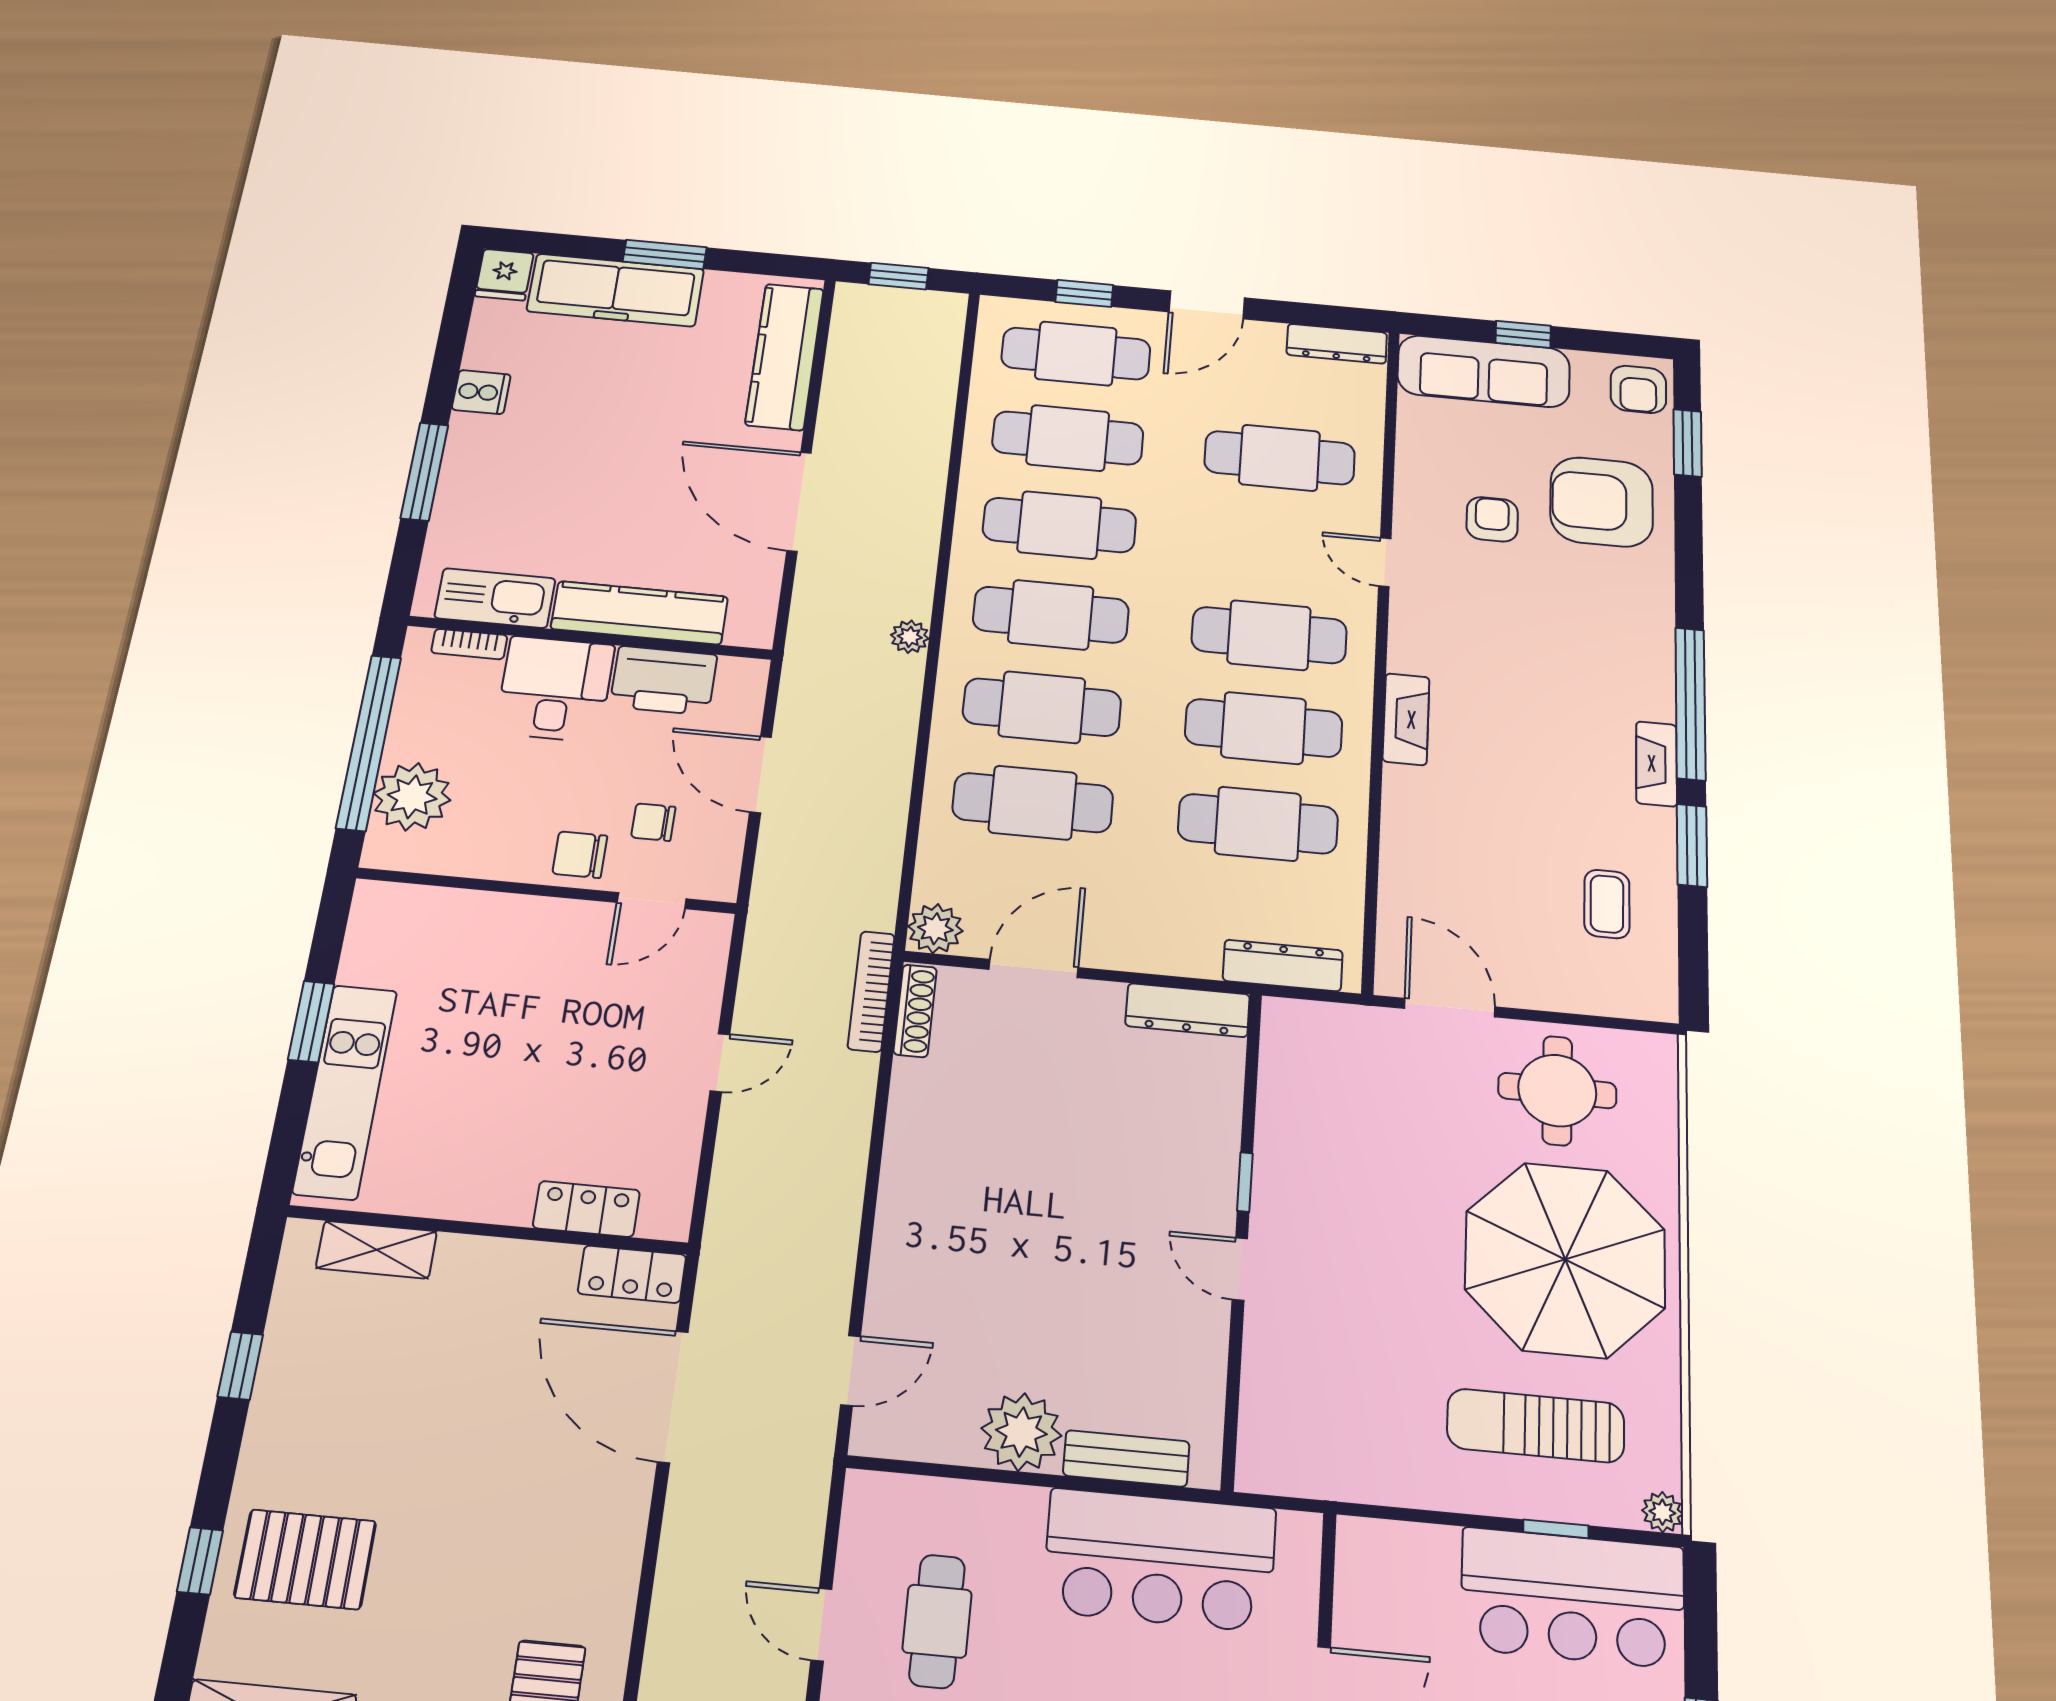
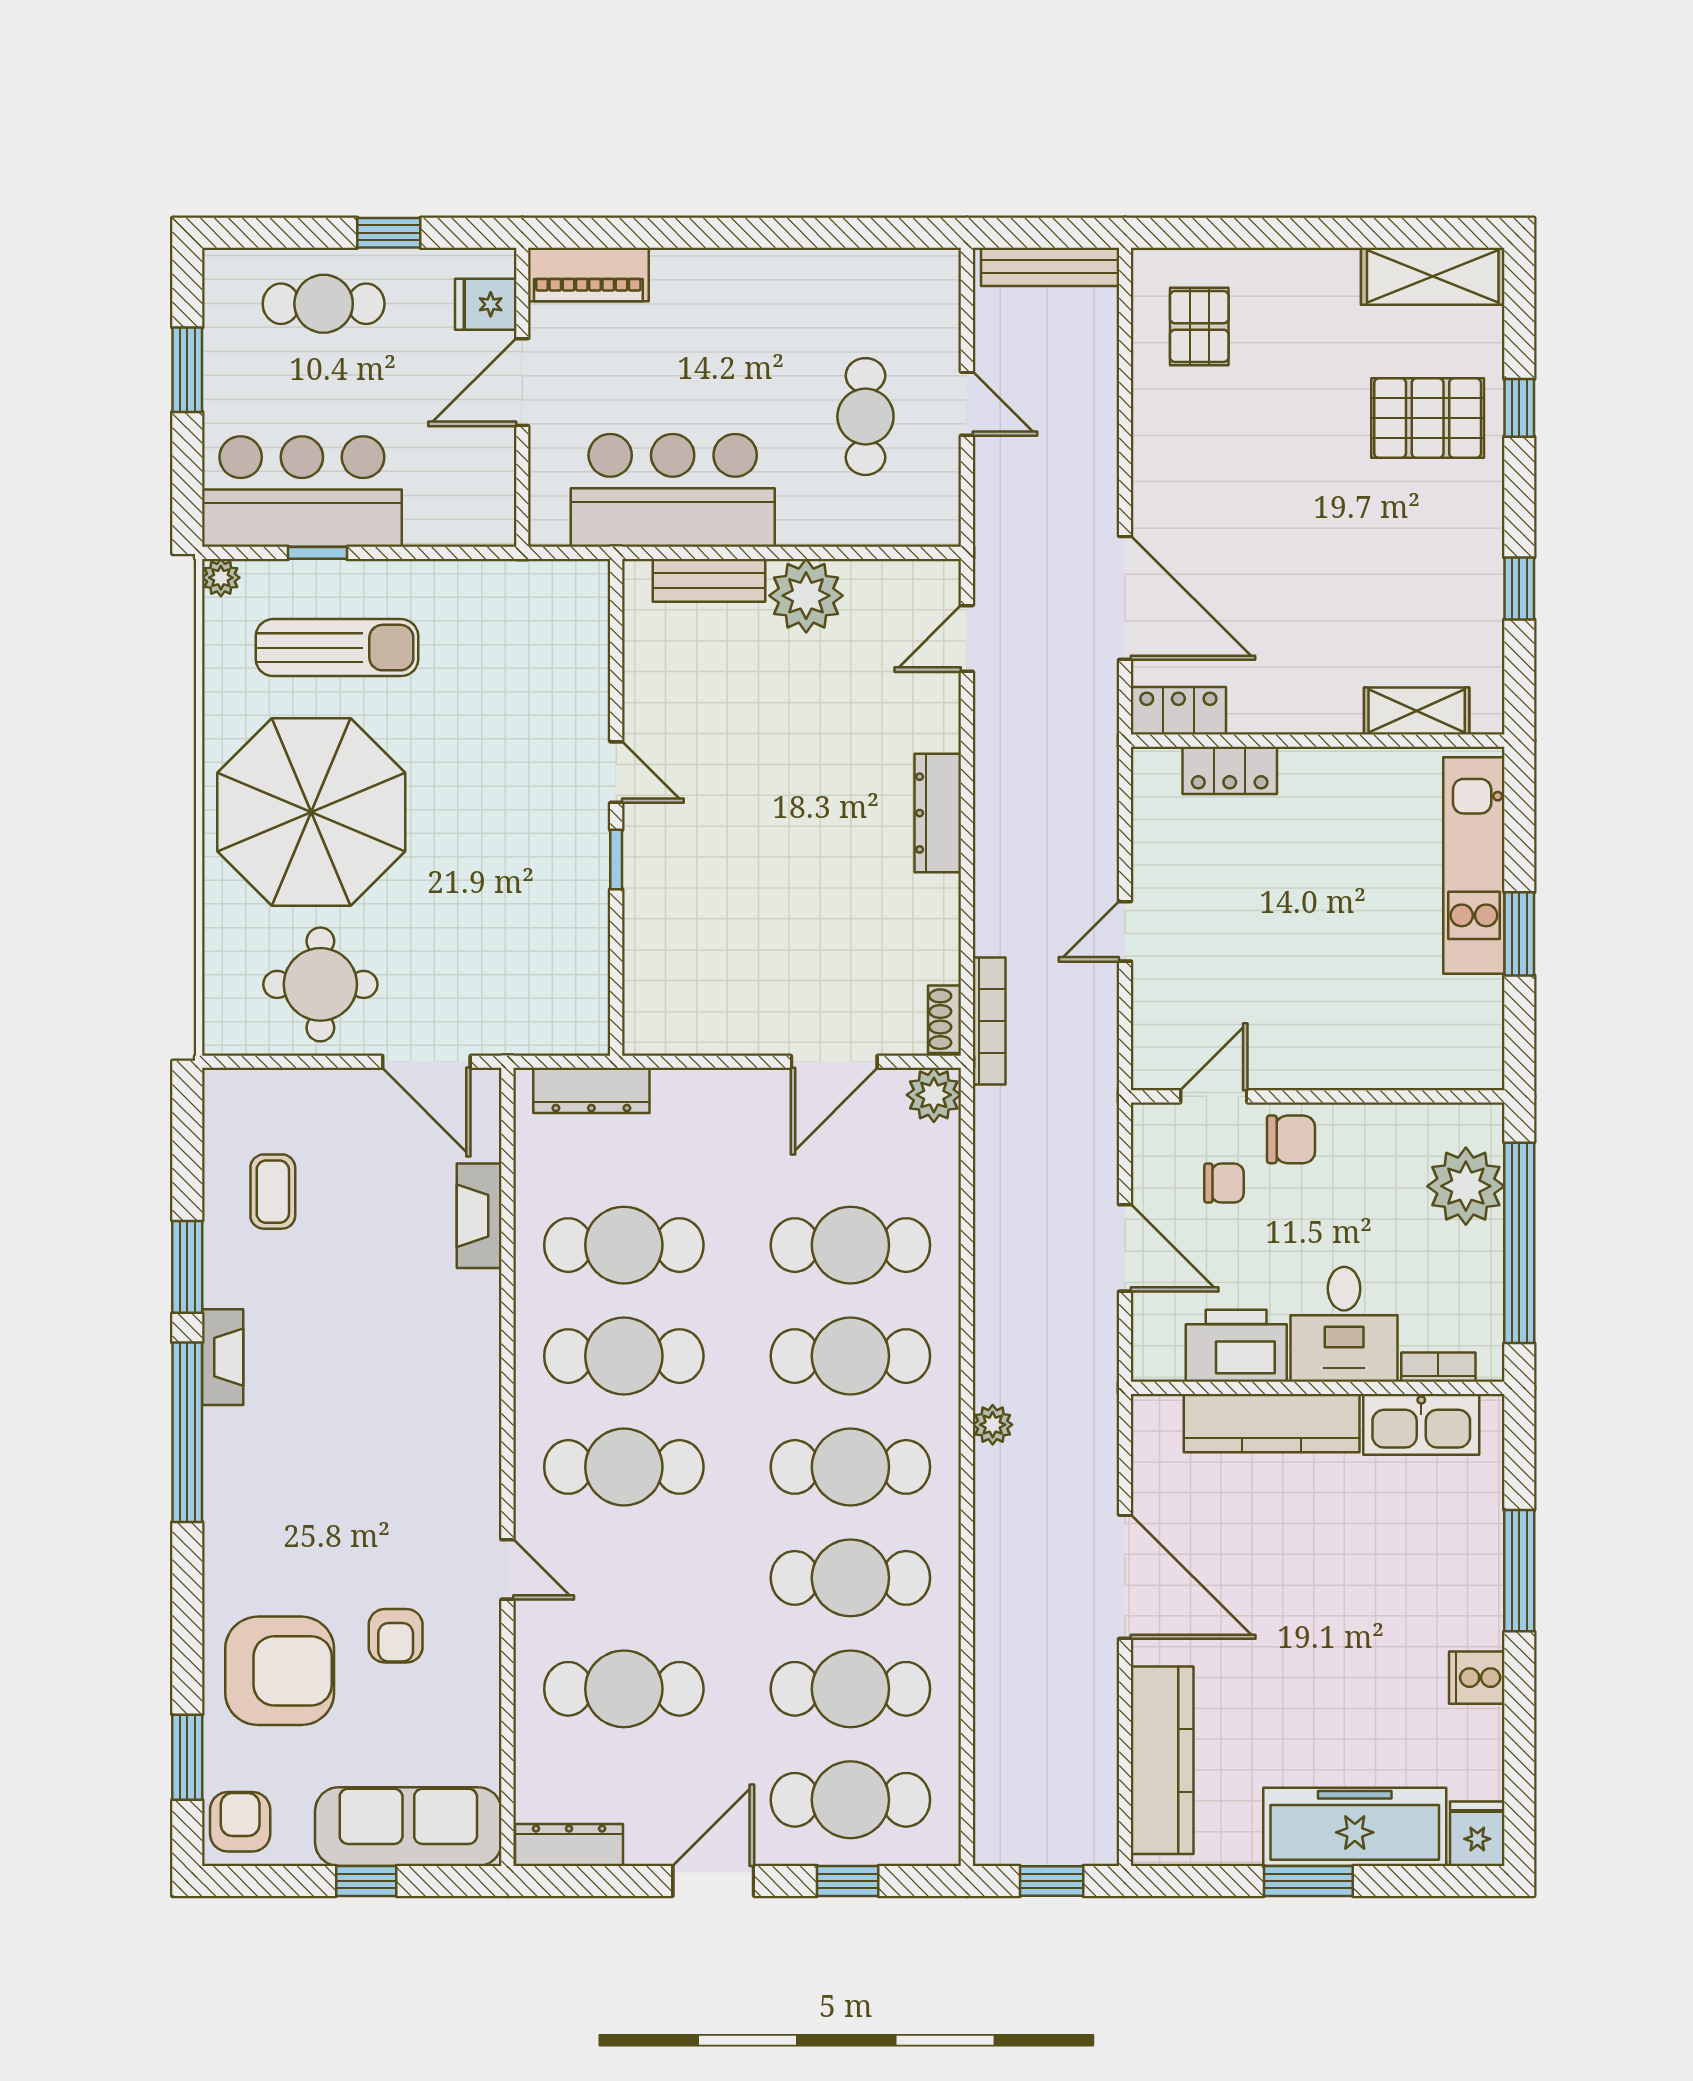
fireplace: (1406, 719) -> (479, 1216), moved
dresser: (1188, 1010) -> (938, 813), moved, turned -90
shoe rack: (915, 1011) -> (945, 1019), width x0.70

